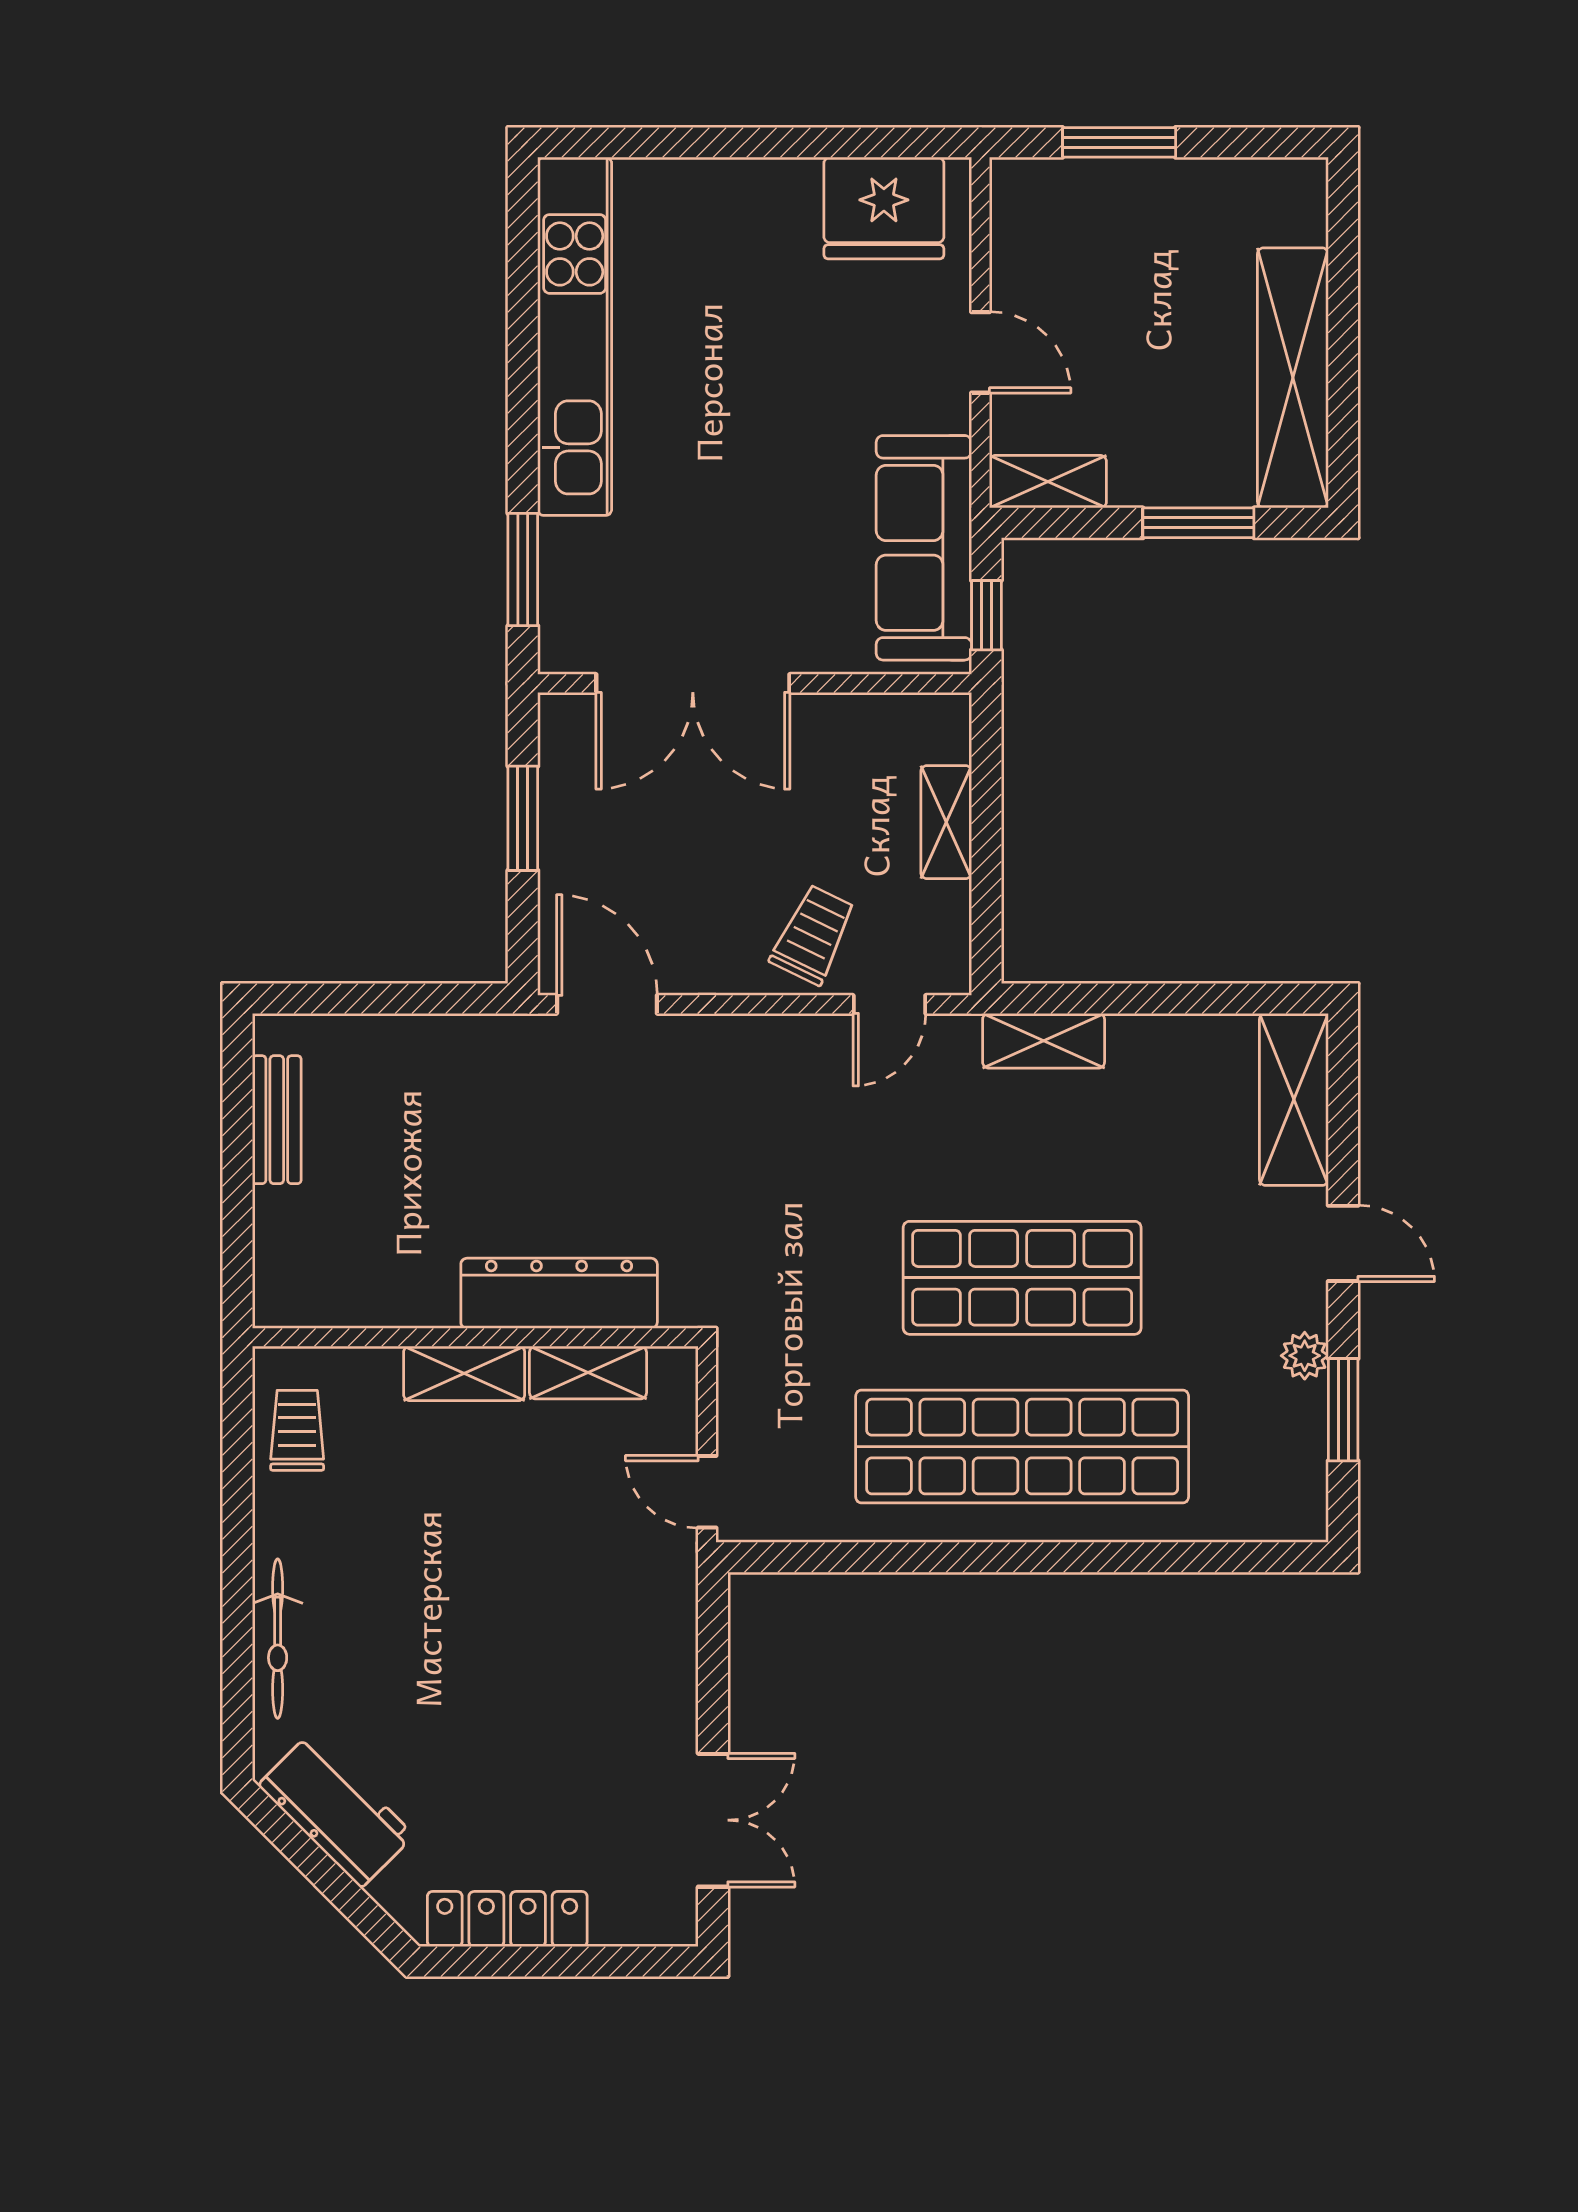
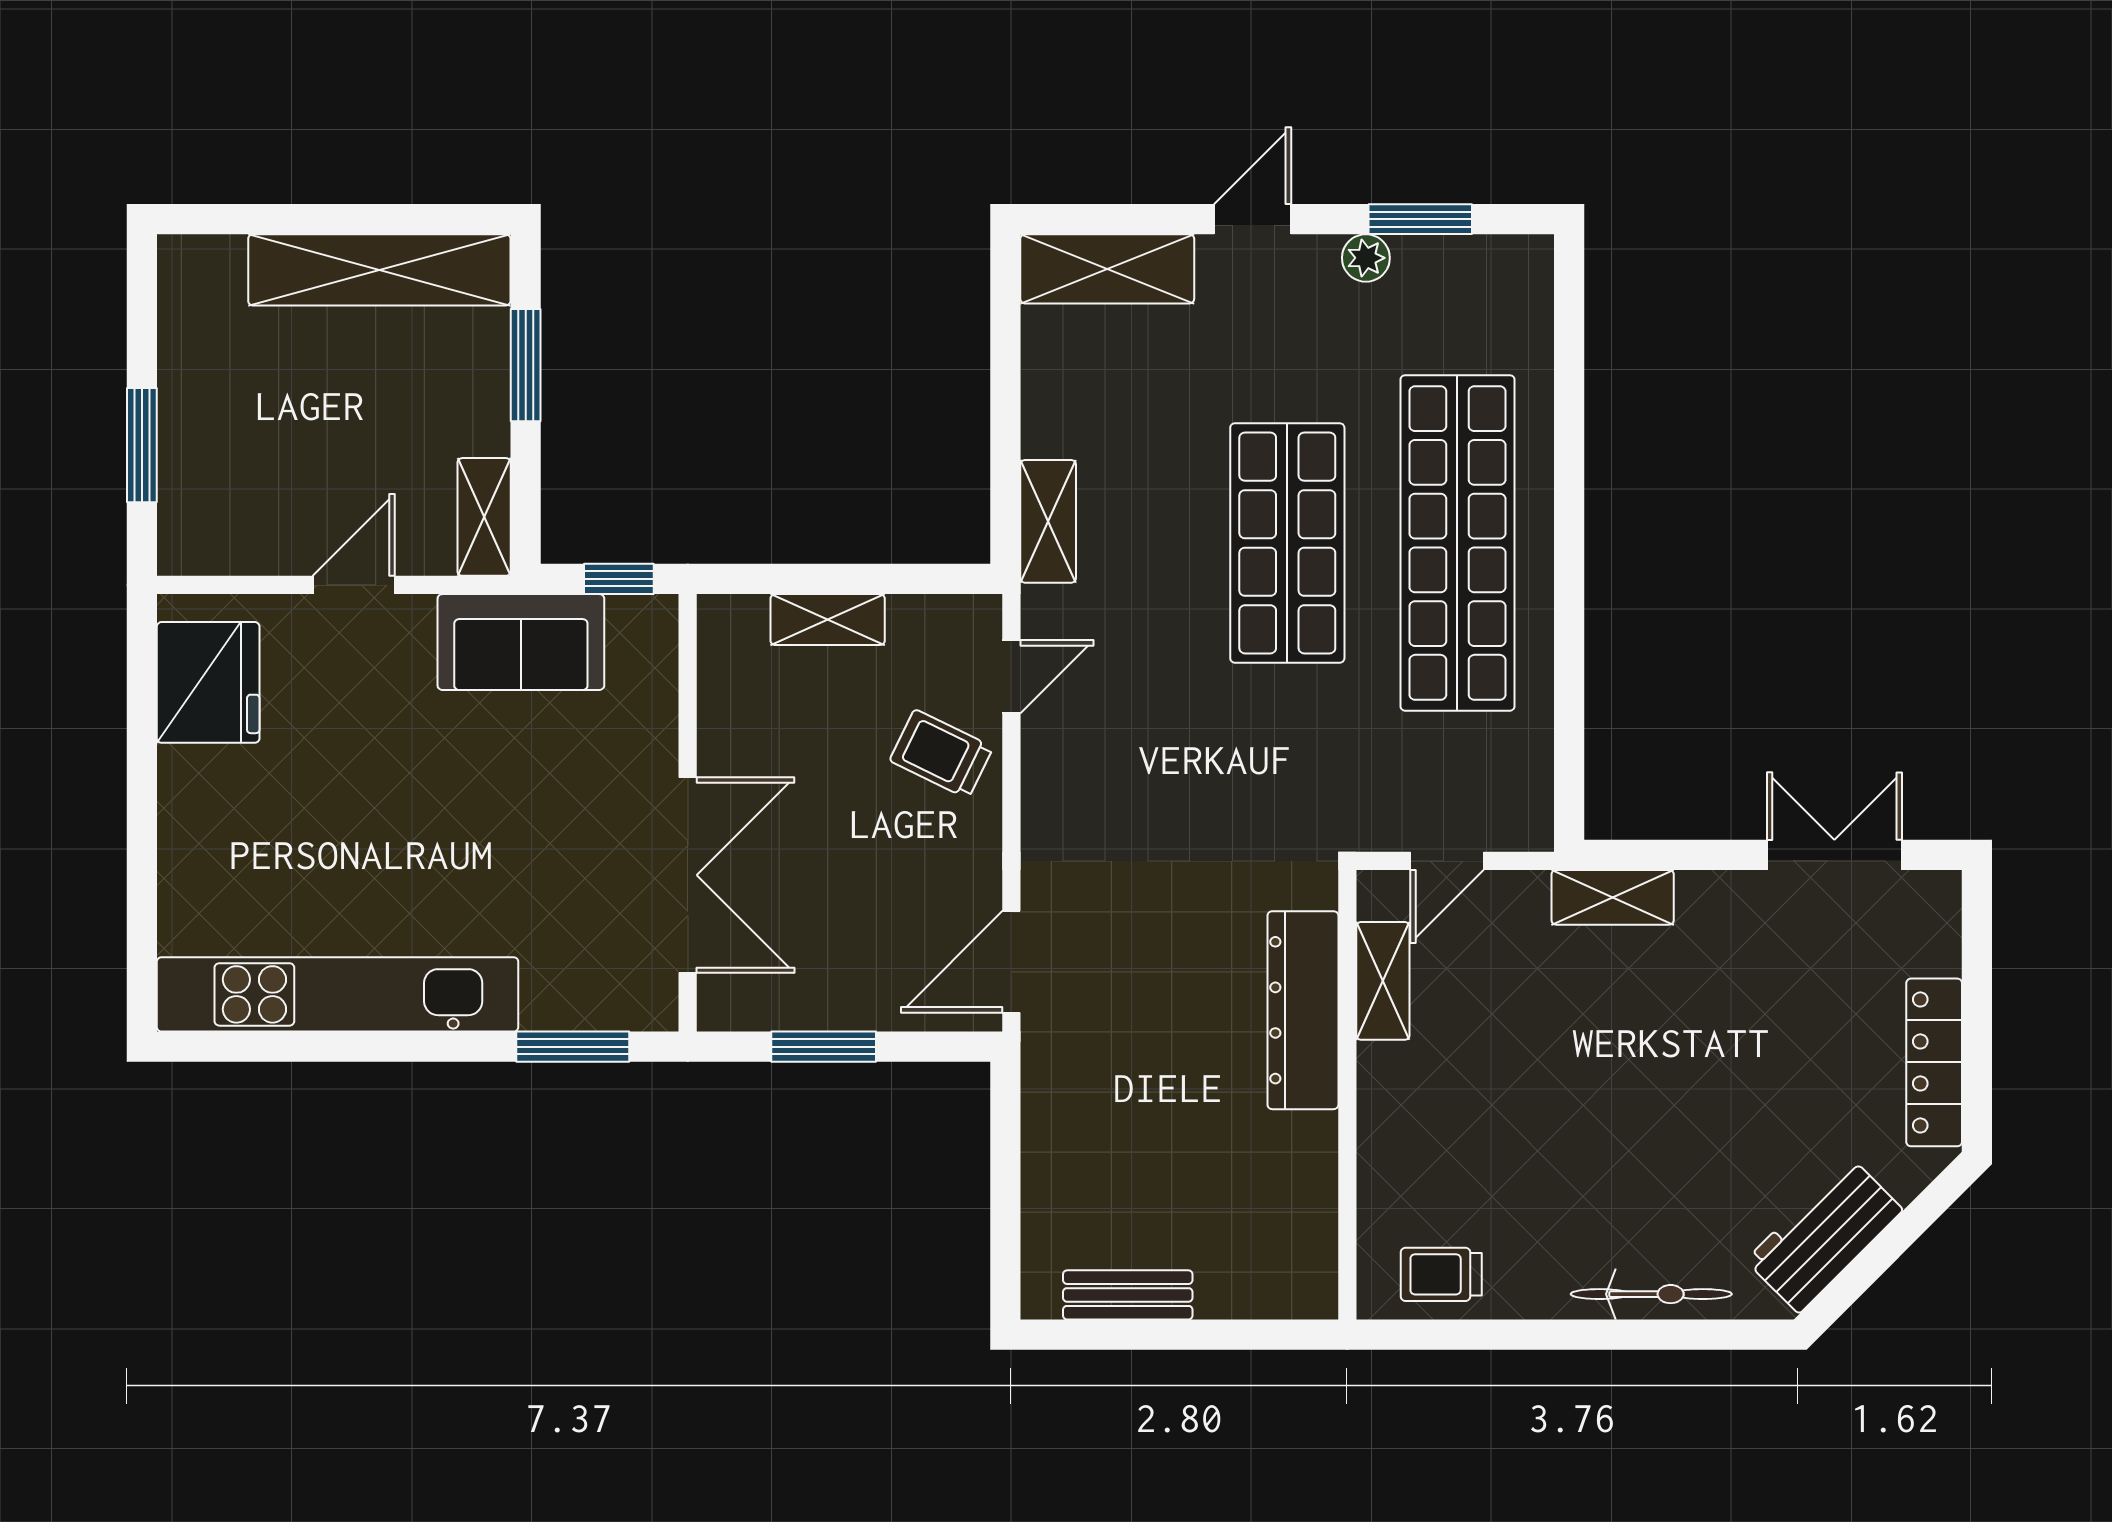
sofa: (924, 548) -> (521, 642), width x0.73
door: (889, 1004) -> (1011, 677), hinge flipped
shelving: (464, 1373) -> (1613, 897), moved, turned 90
door: (707, 1492) -> (1447, 861), moved

